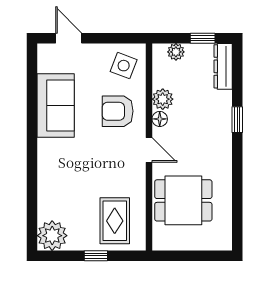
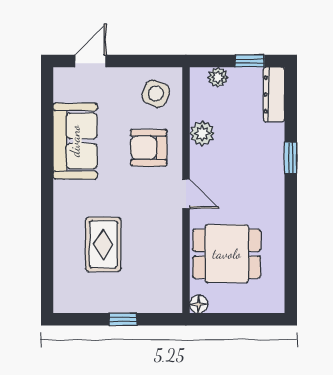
door: (69, 38) -> (90, 61), hinge flipped
floor lamp: (160, 119) -> (199, 304), moved
rug: (115, 221) -> (103, 244), moved
plant: (52, 236) -> (71, 295), removed

